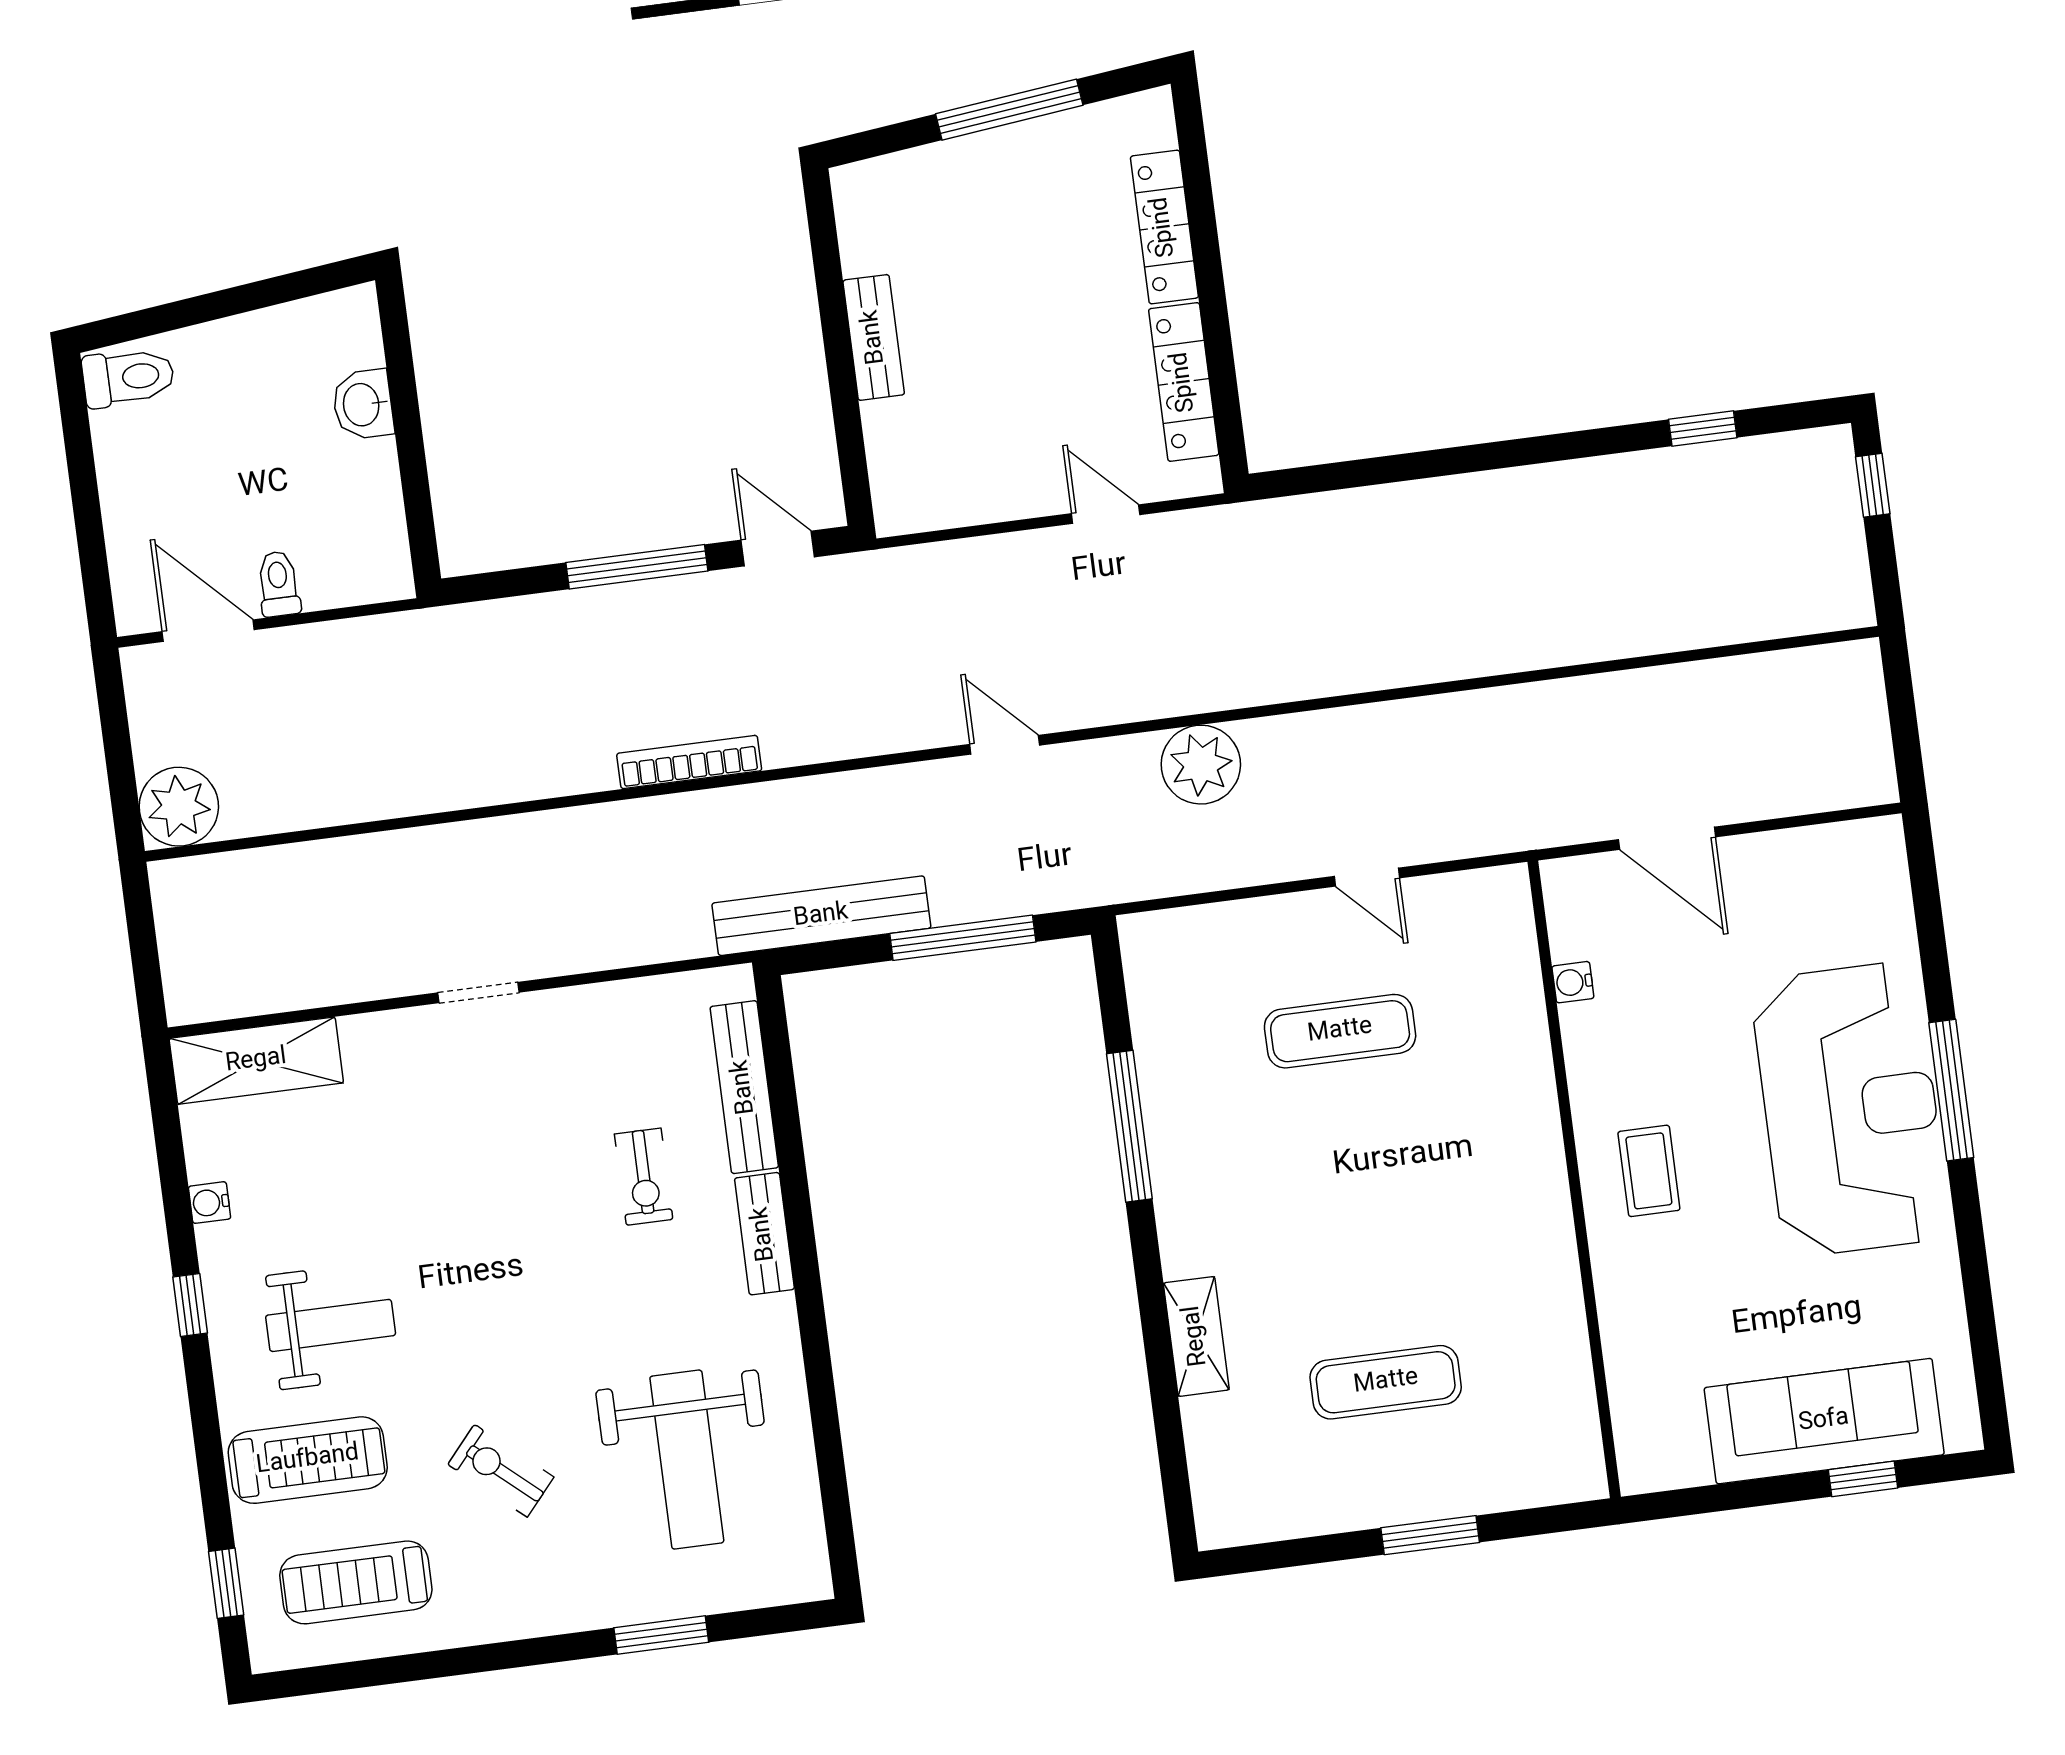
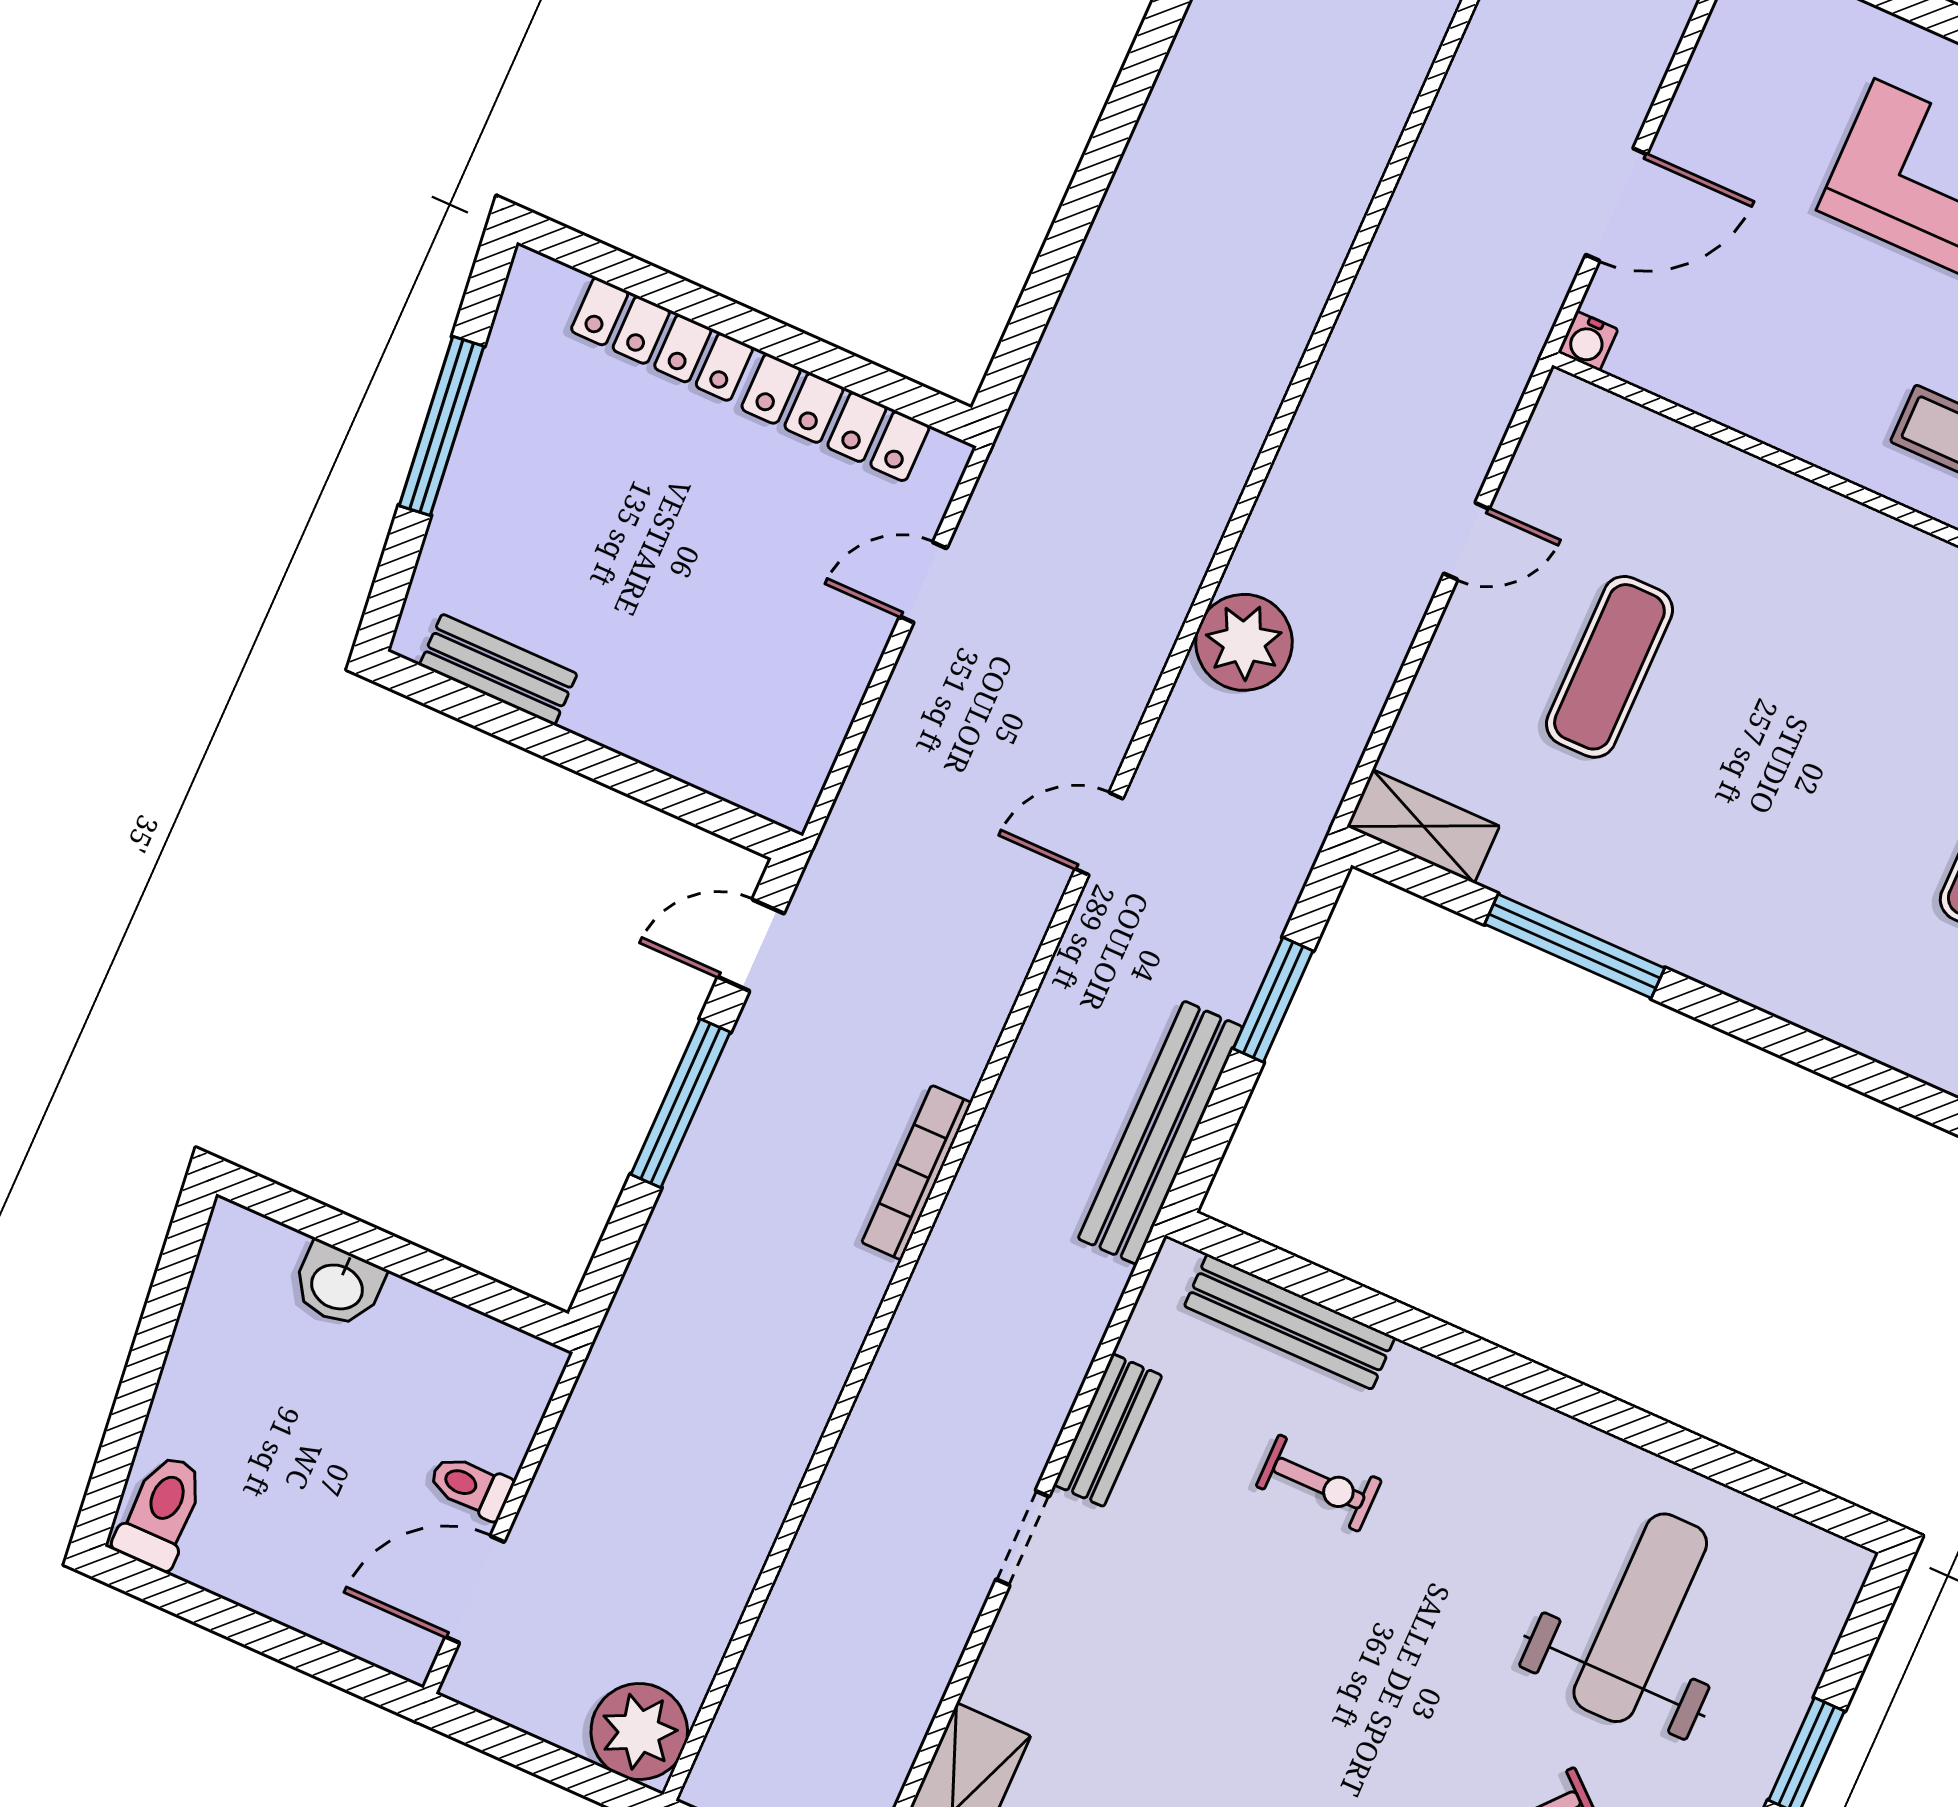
bench: (874, 337) -> (498, 670), moved
window: (963, 938) -> (1273, 1000), width x0.69
water cooler: (1573, 982) -> (1588, 341), moved
bench: (764, 1234) -> (1108, 1430), moved, turned 90
shelving: (1196, 1336) -> (1423, 826), moved
weight bench: (687, 1460) -> (1640, 1618), turned -90

